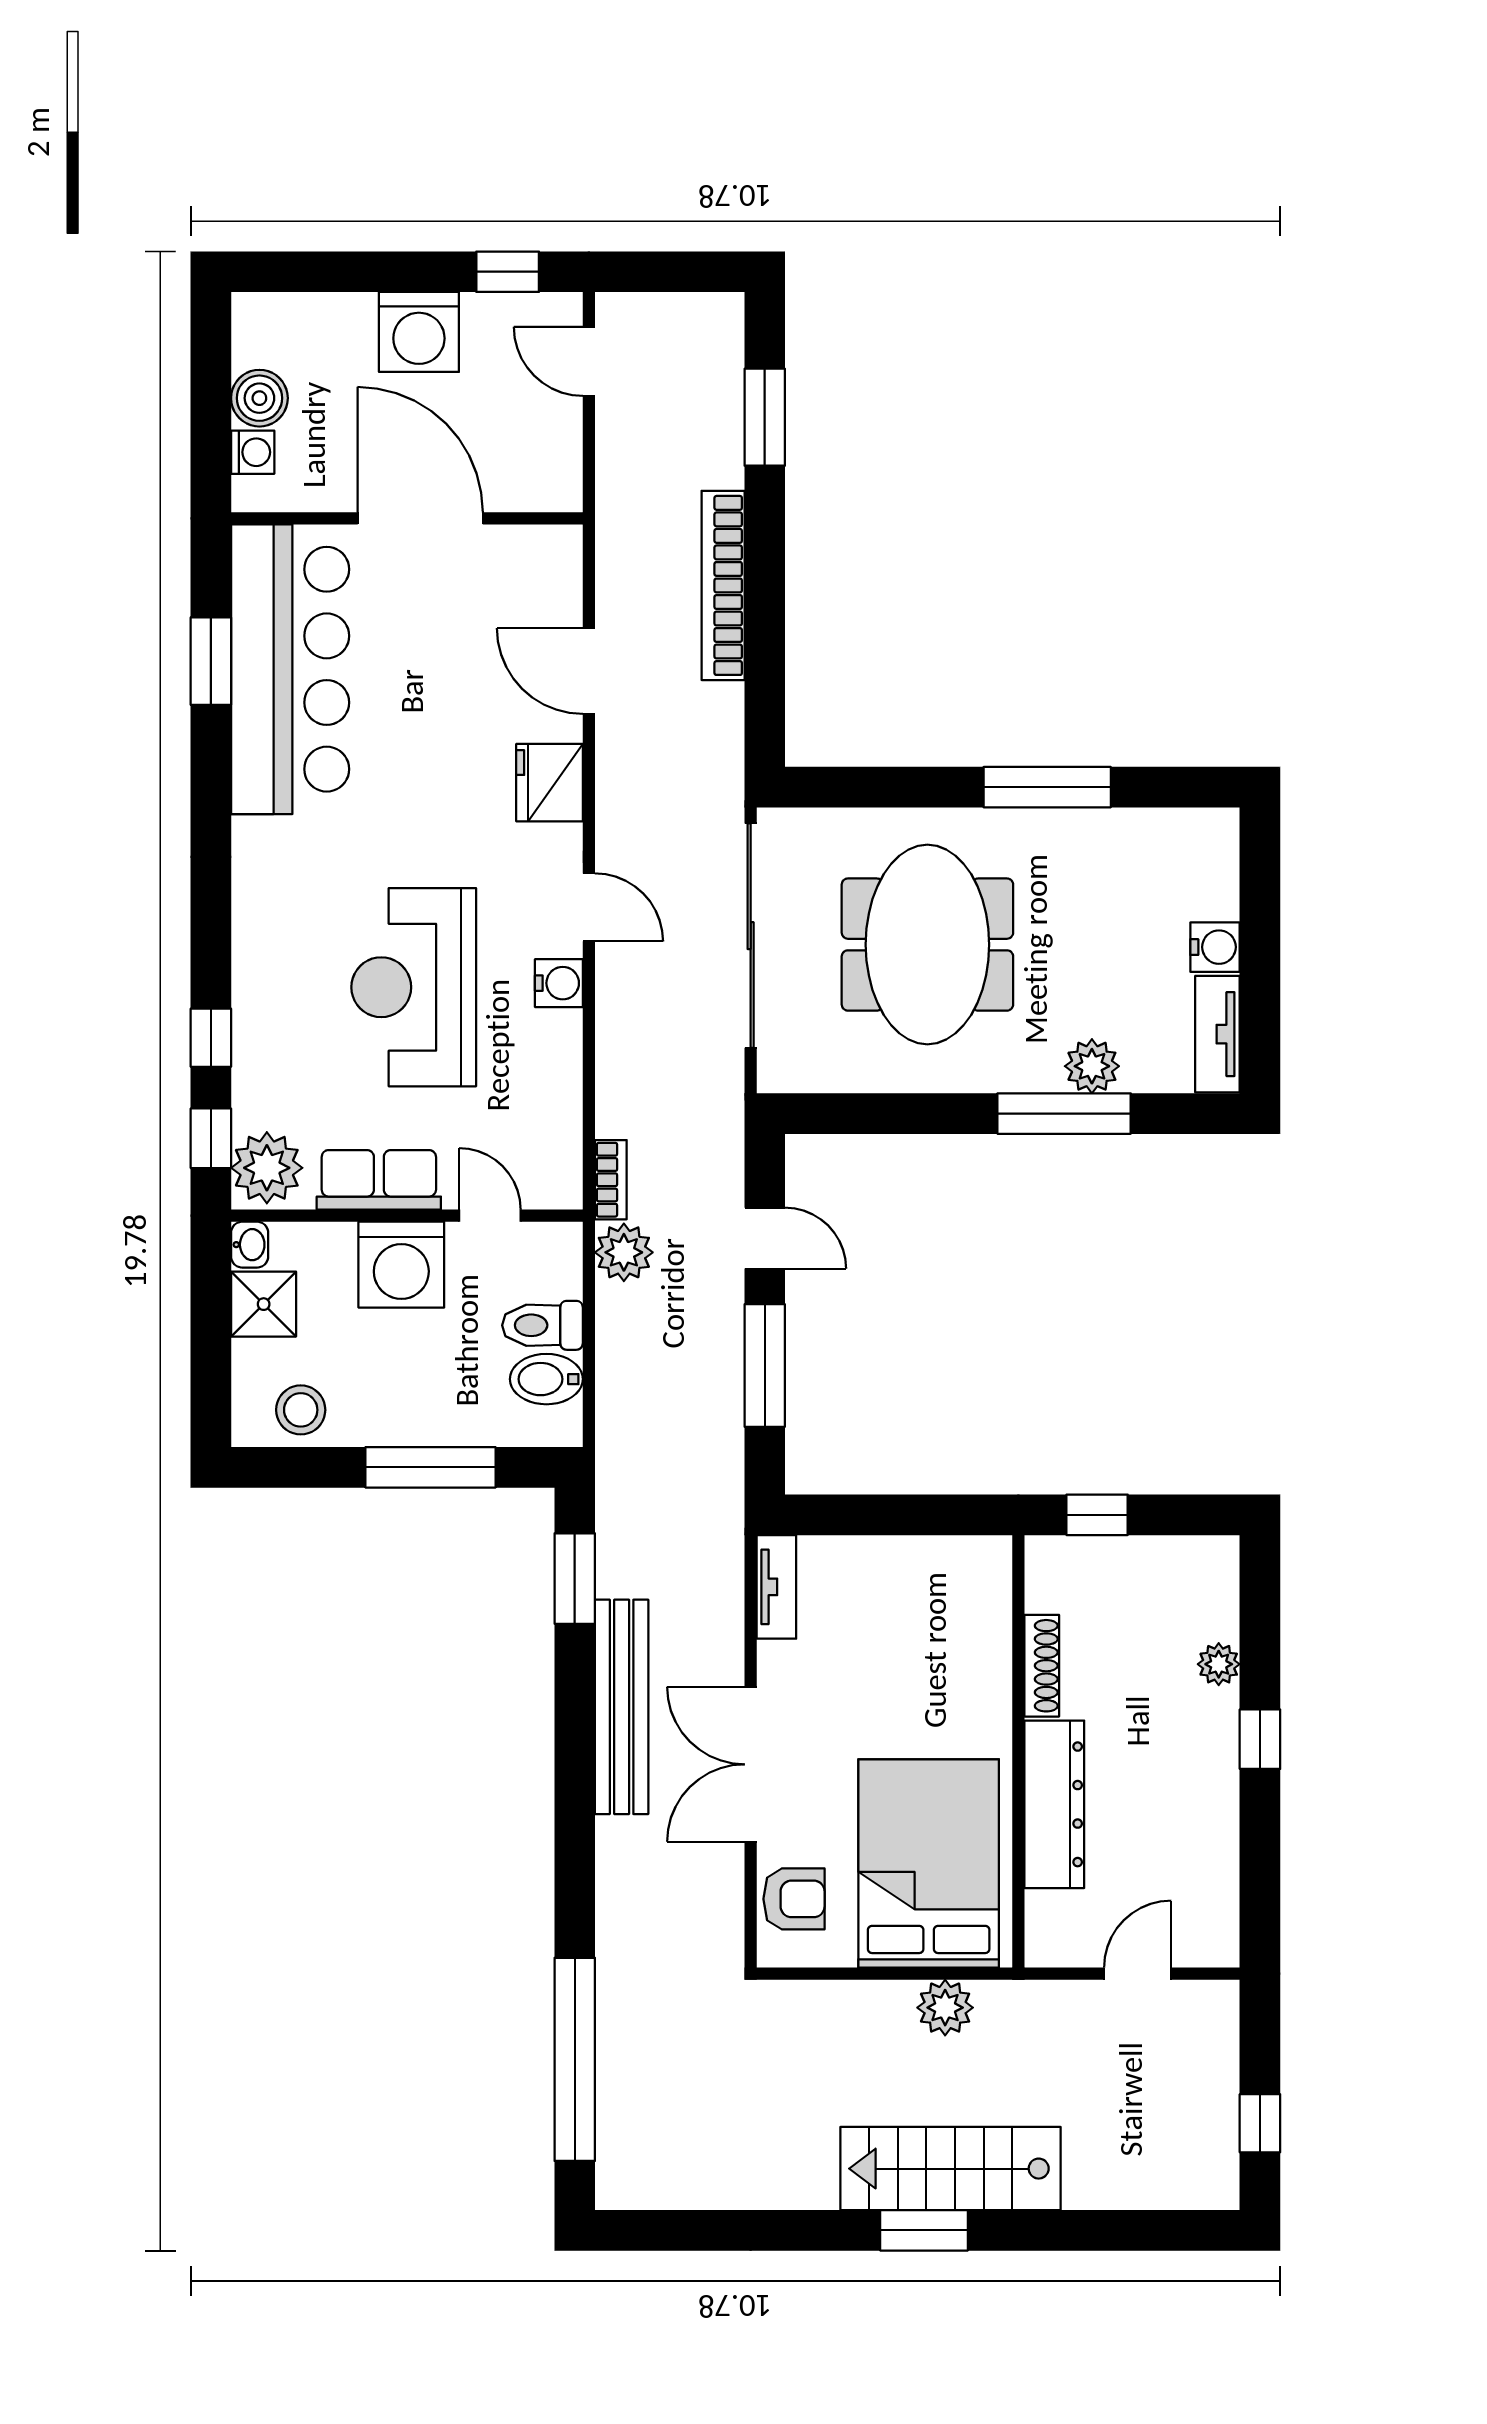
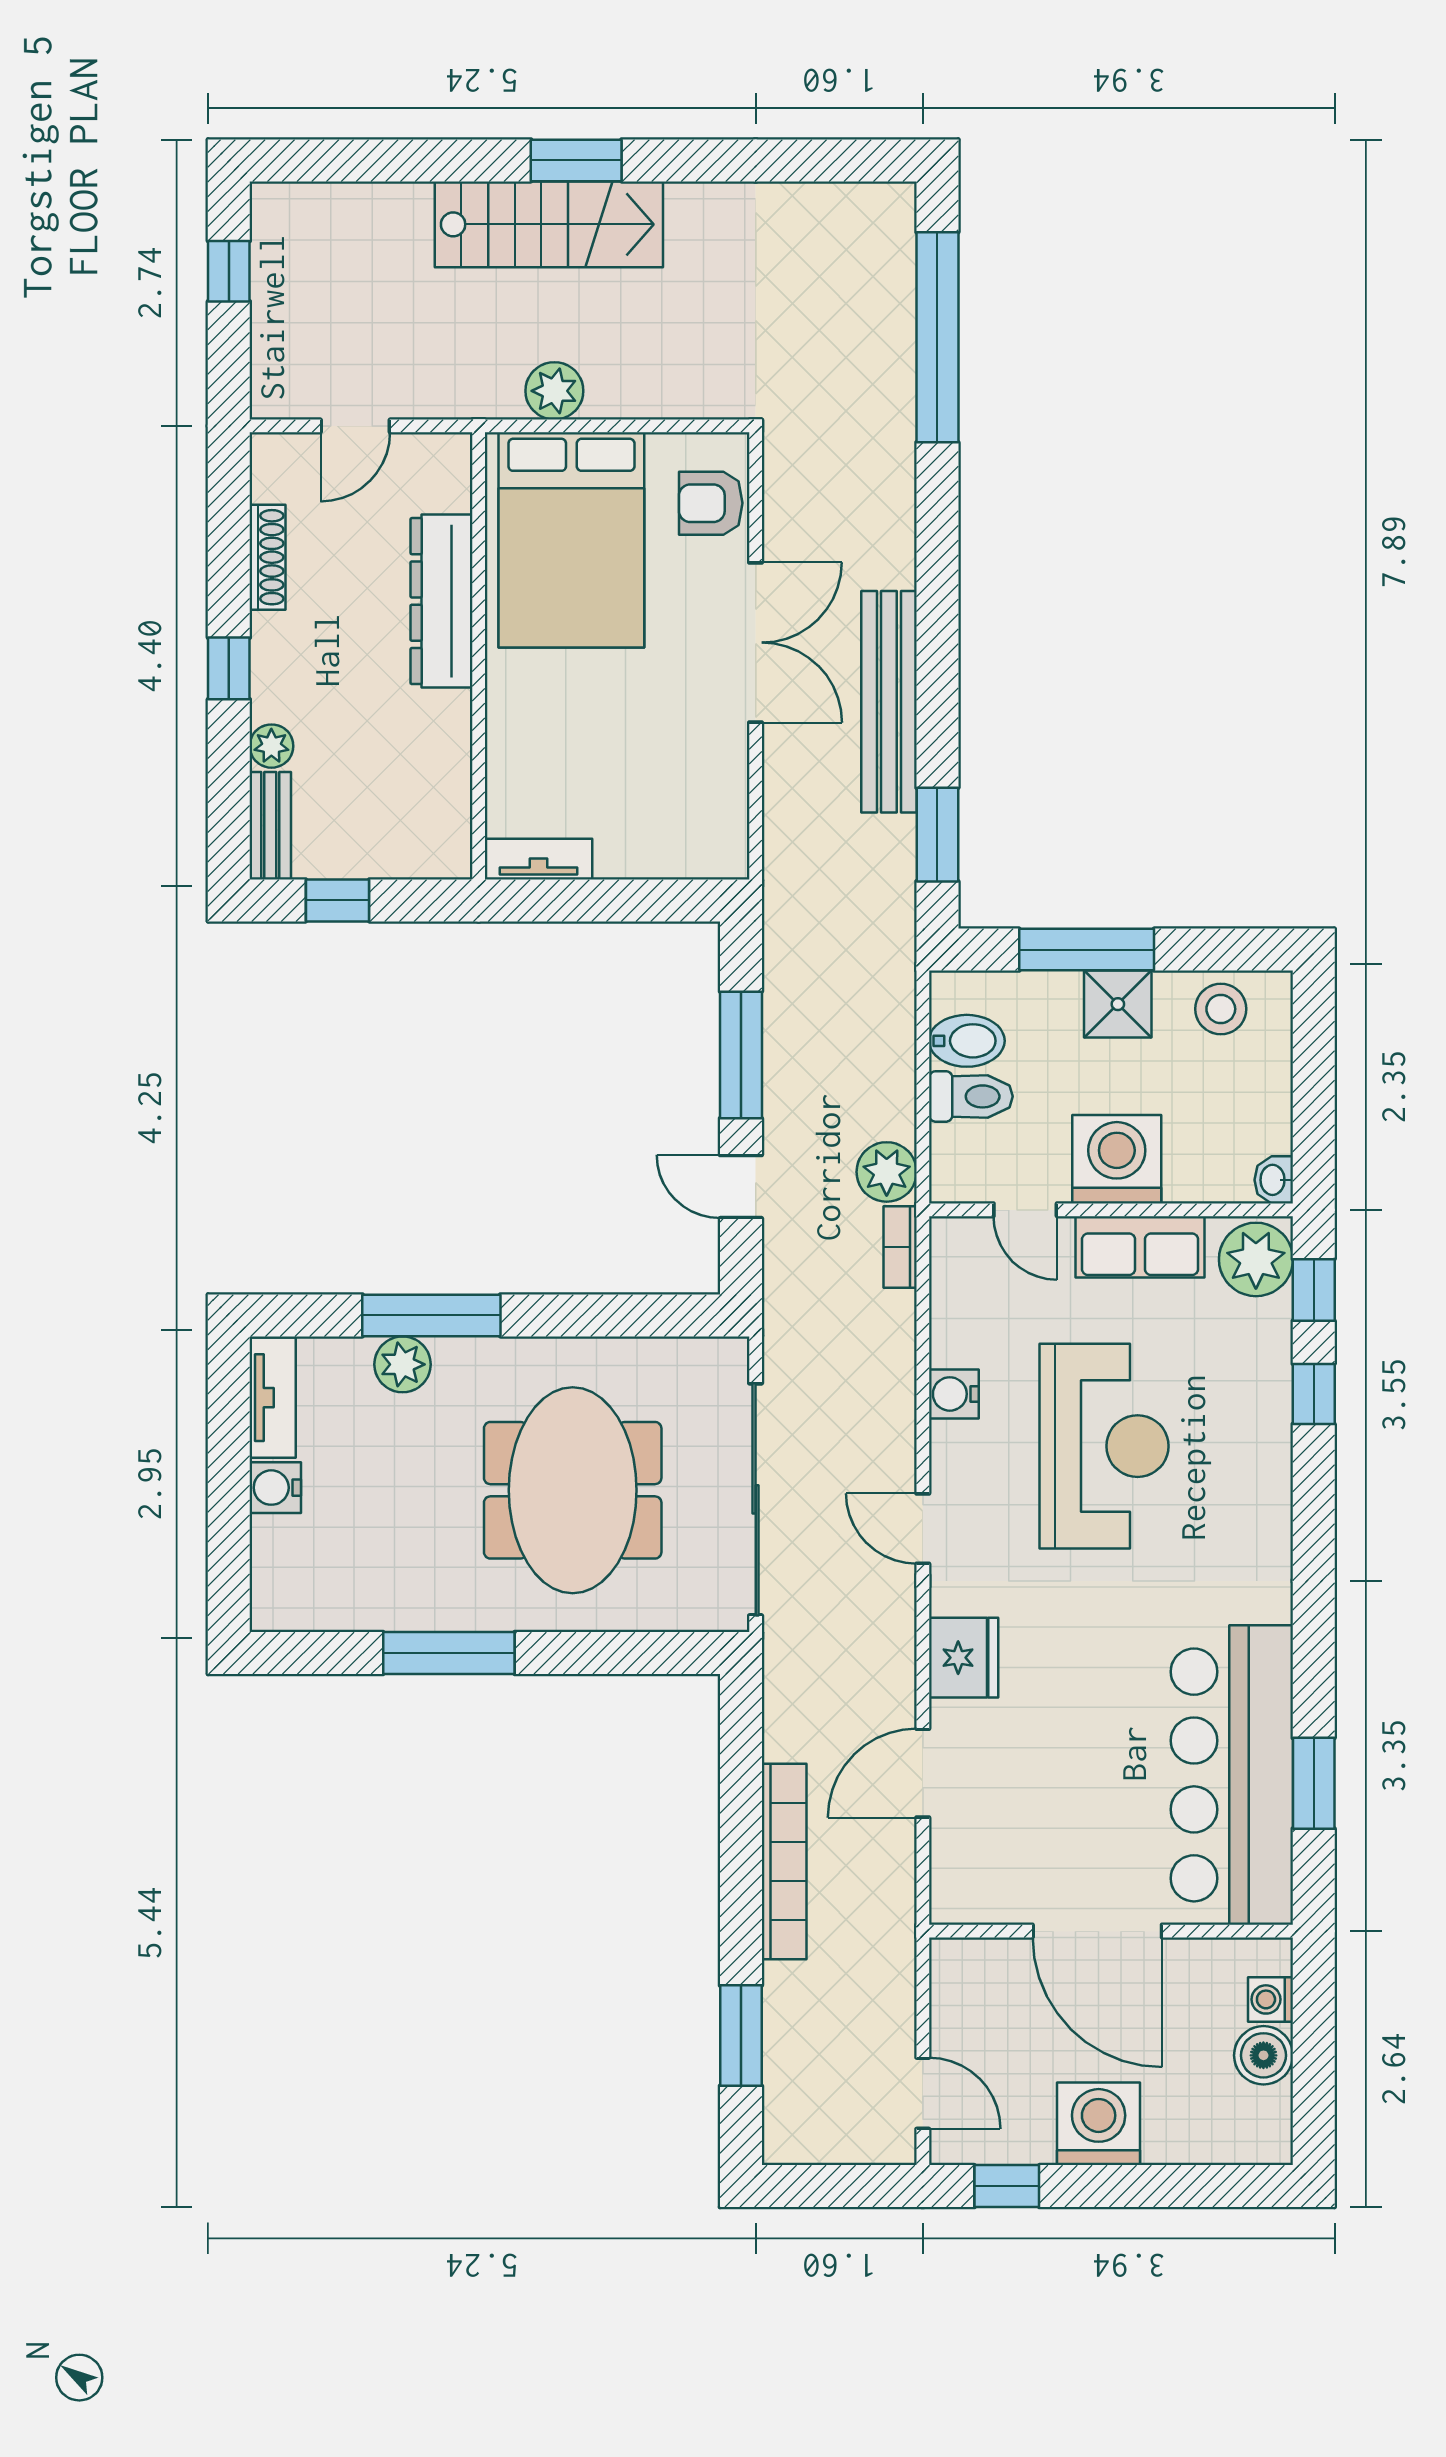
door: (589, 671) -> (923, 1773), swing flipped
water cooler: (559, 983) -> (954, 1394), moved
shower: (264, 1304) -> (1118, 1004), moved
window: (1097, 1515) -> (338, 900), moved
tv unit: (776, 1587) -> (539, 859), moved, turned 90
bench: (1220, 1587) -> (270, 826), added
shoe rack: (1042, 1666) -> (268, 557), moved, turned 180

